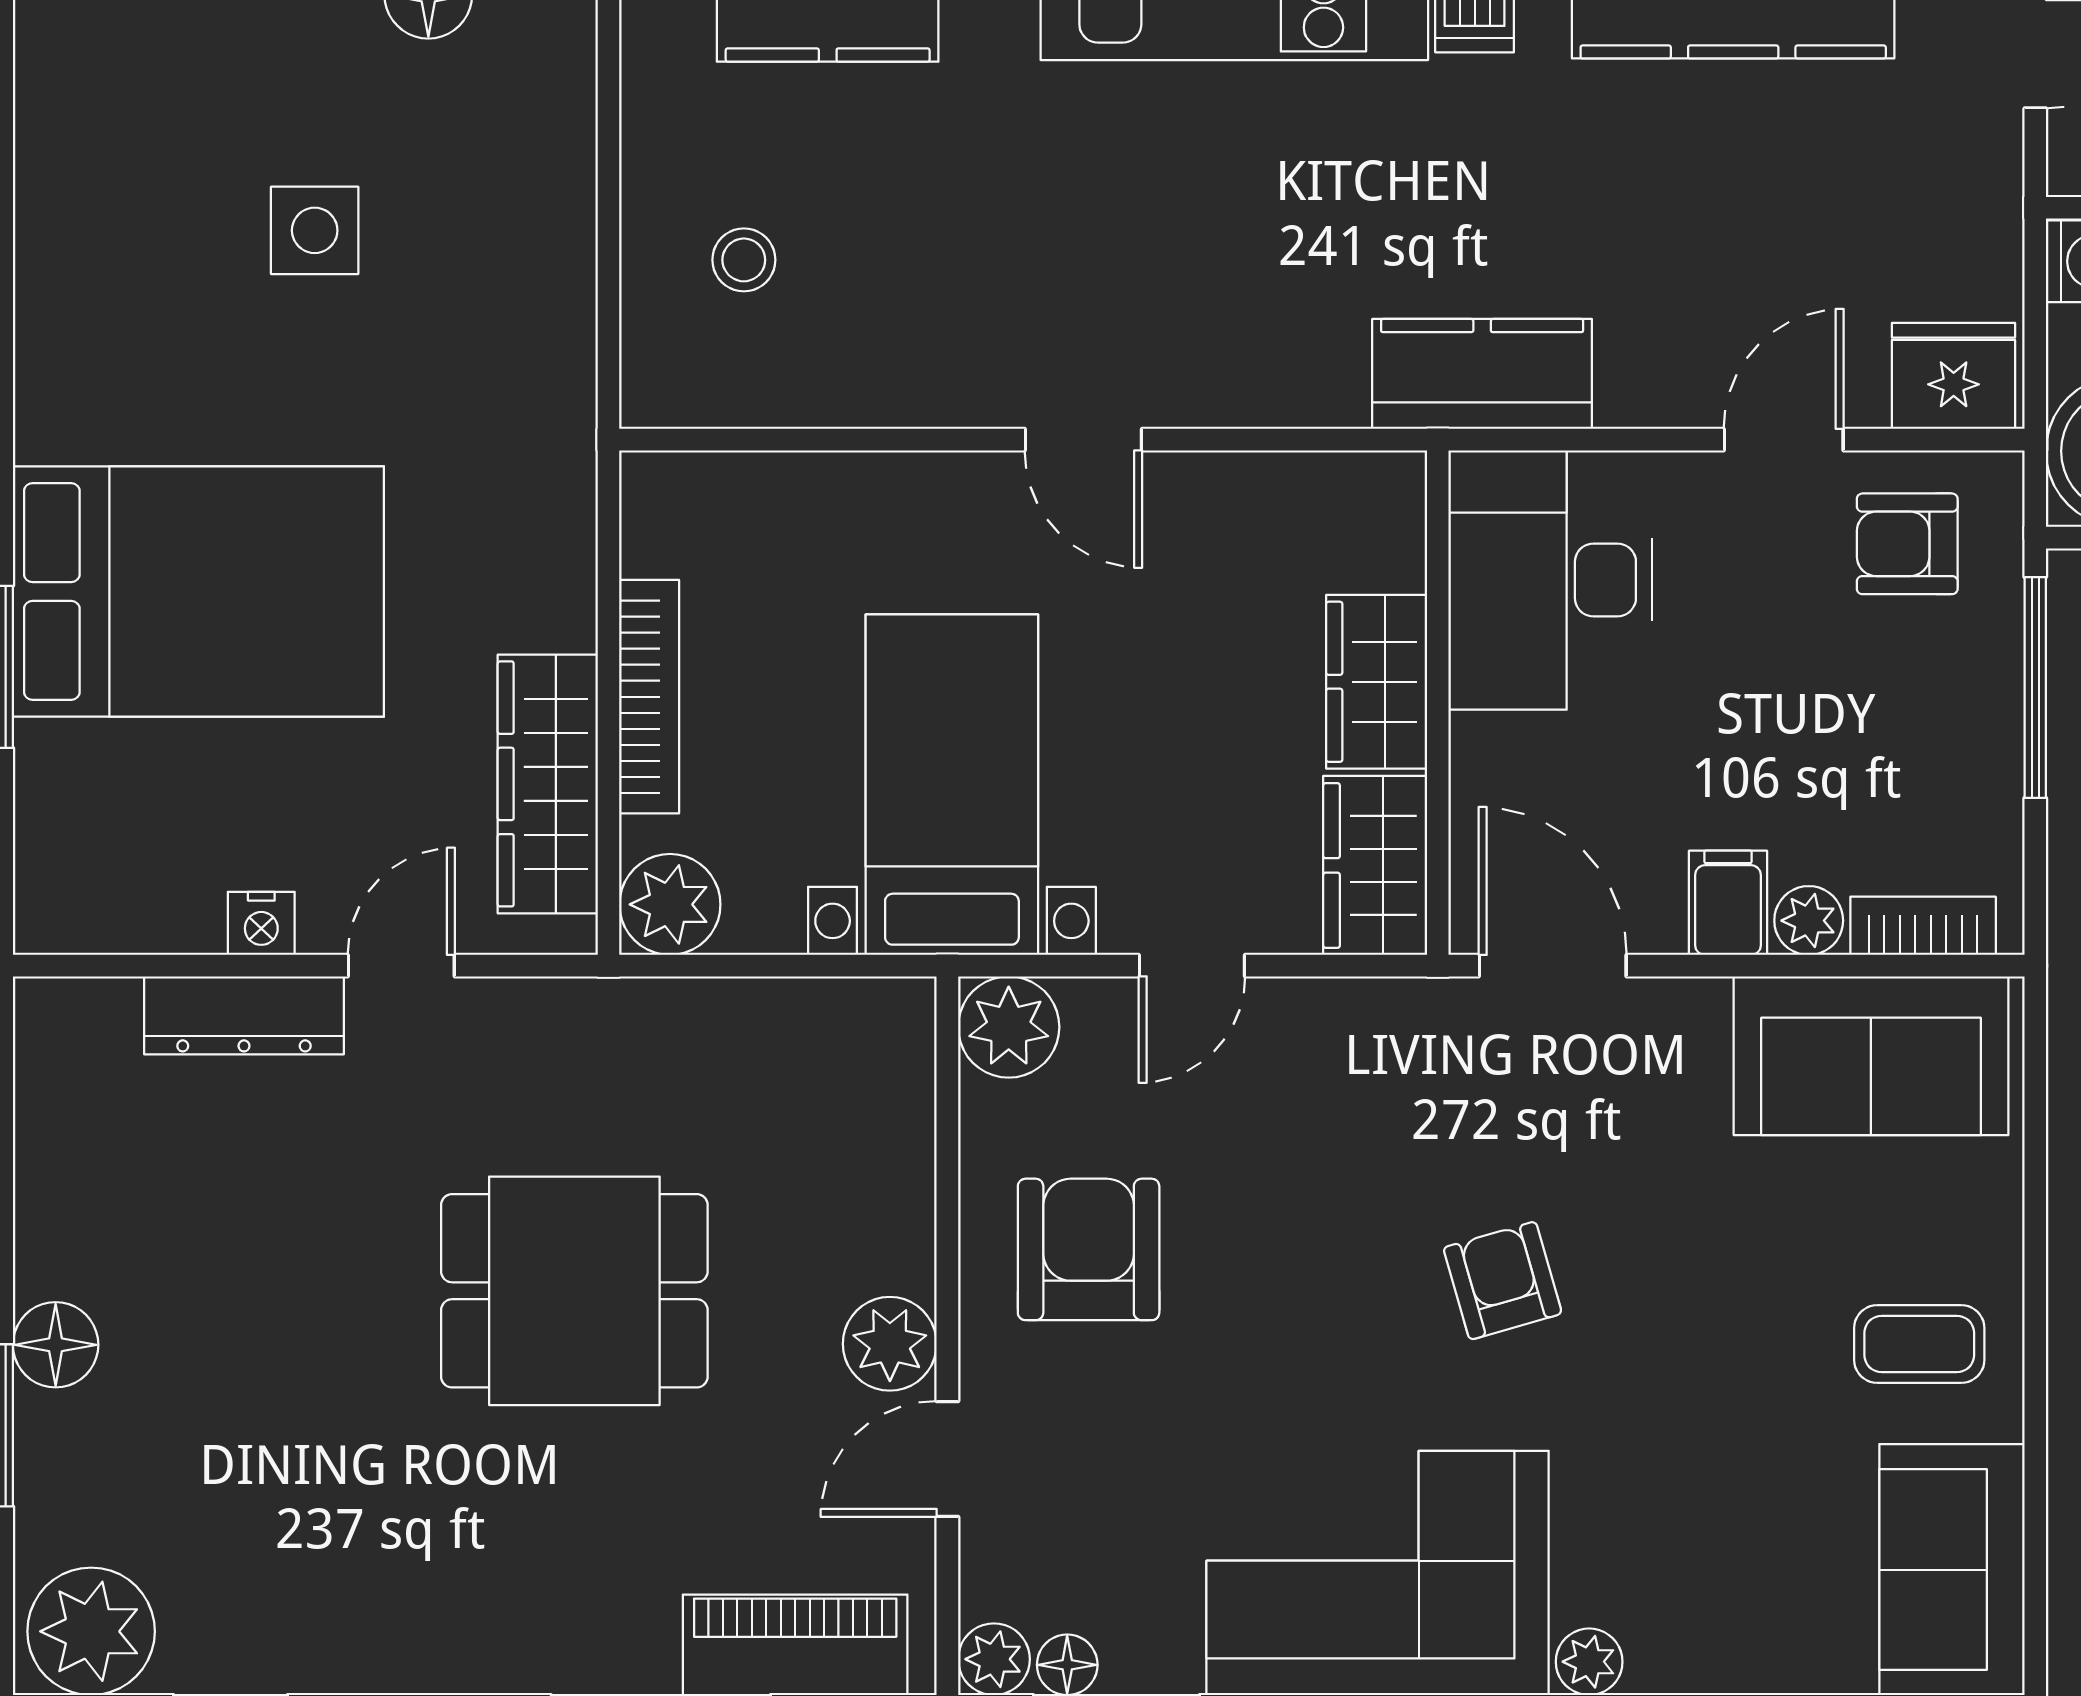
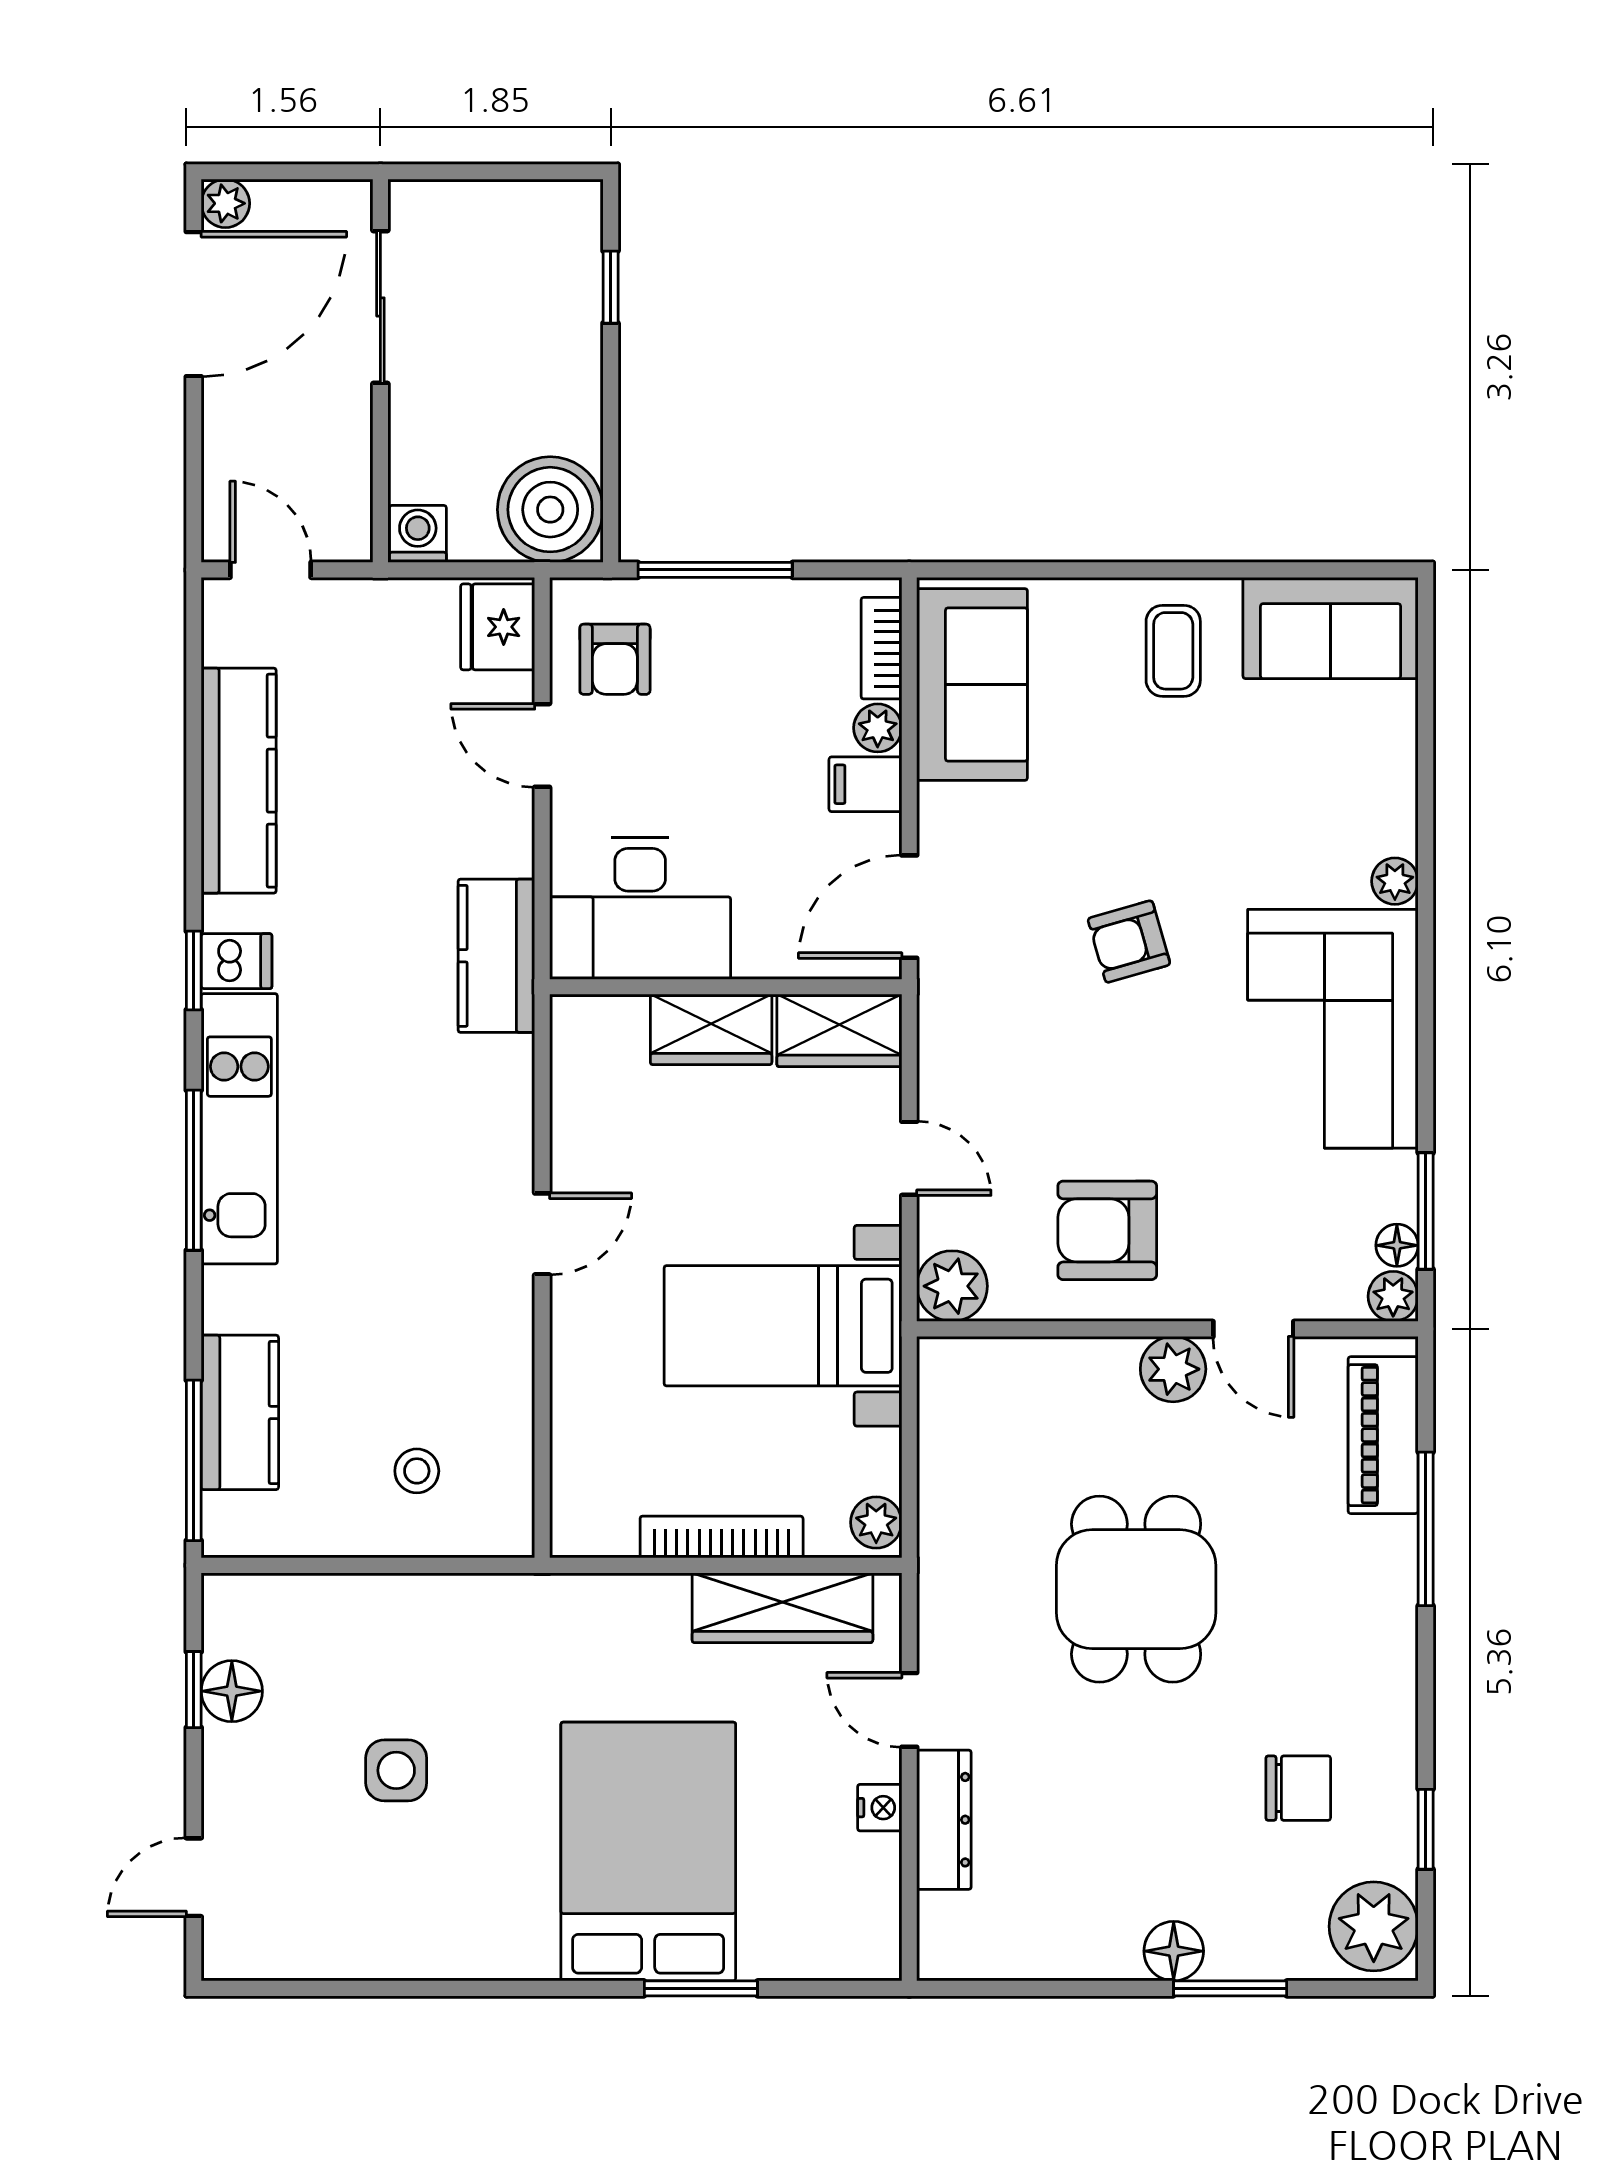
plant: (670, 904) -> (876, 1522), width x0.73, depth x0.73
chair: (289, 1523) -> (1298, 1788), added

